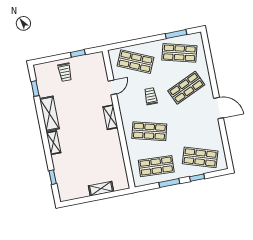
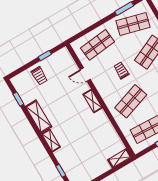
shop shelf: (136, 62) -> (97, 45), turned -30
door: (112, 87) -> (85, 74), swing flipped
shop shelf: (149, 131) -> (131, 101), turned -33
shelving: (101, 189) -> (119, 158), moved

